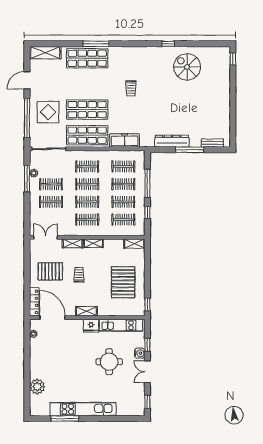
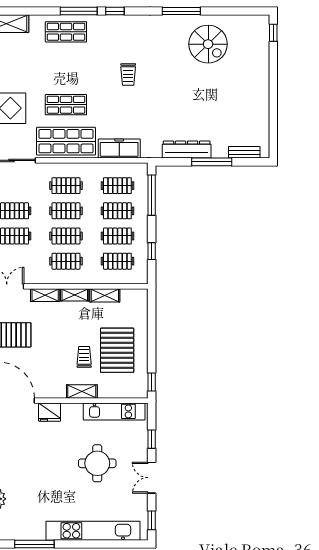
window: (122, 44) -> (115, 11), added
window: (168, 44) -> (181, 11), width x2.17
shop shelf: (87, 58) -> (66, 32), width x0.70, depth x0.74
spiral stairs: (187, 67) -> (208, 44), turned 180
shop shelf: (87, 110) -> (66, 105), width x0.70, depth x0.74
window: (147, 183) -> (152, 195), moved
shelving: (134, 244) -> (105, 295), moved
trolley: (79, 275) -> (84, 357), moved
shelving: (86, 311) -> (82, 391), moved
fridge: (91, 326) -> (49, 412), moved
water cooler: (140, 353) -> (141, 451), removed
kitchen unit: (83, 409) -> (93, 531), moved

